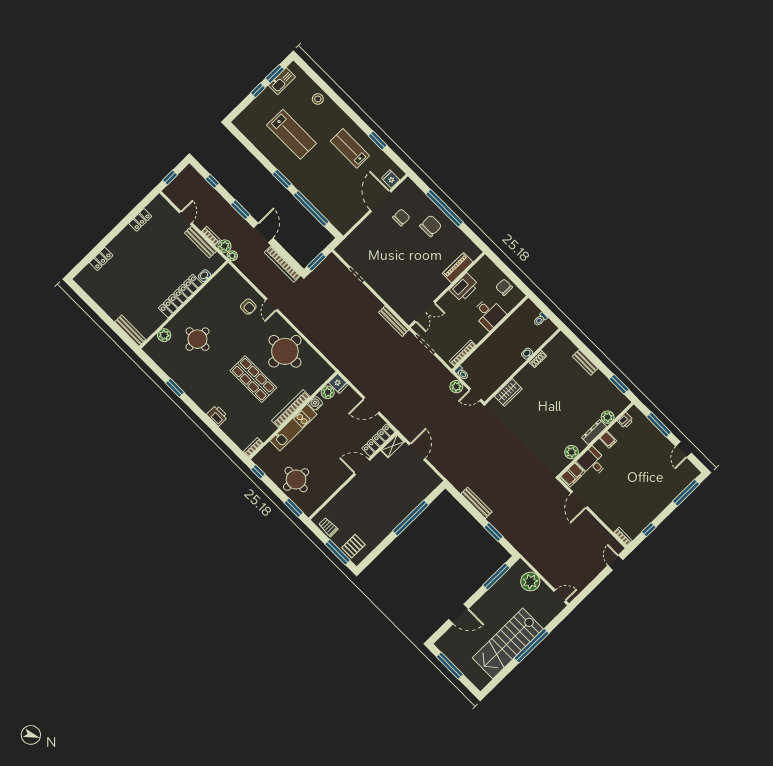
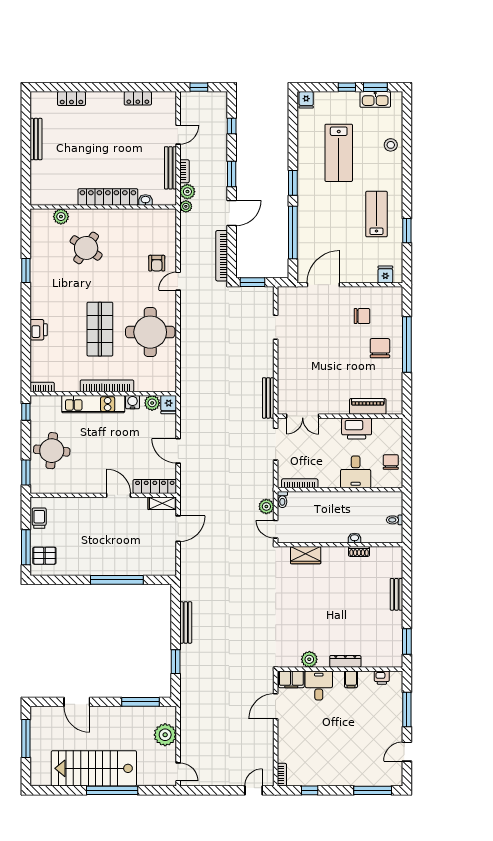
fridge: (241, 122) -> (306, 100), added
door: (381, 201) -> (323, 285), moved
chair: (431, 226) -> (380, 348), turned -90
bench: (130, 331) -> (36, 139), moved
round table: (197, 339) -> (86, 248), turned 34
plant: (608, 417) -> (369, 660), removed

